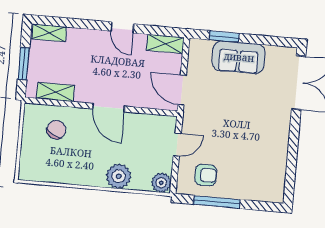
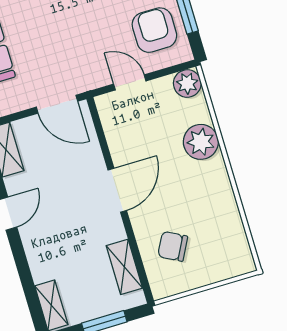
door: (182, 90) -> (57, 104), hinge flipped
armchair: (206, 175) -> (154, 30), width x1.38, depth x1.38

